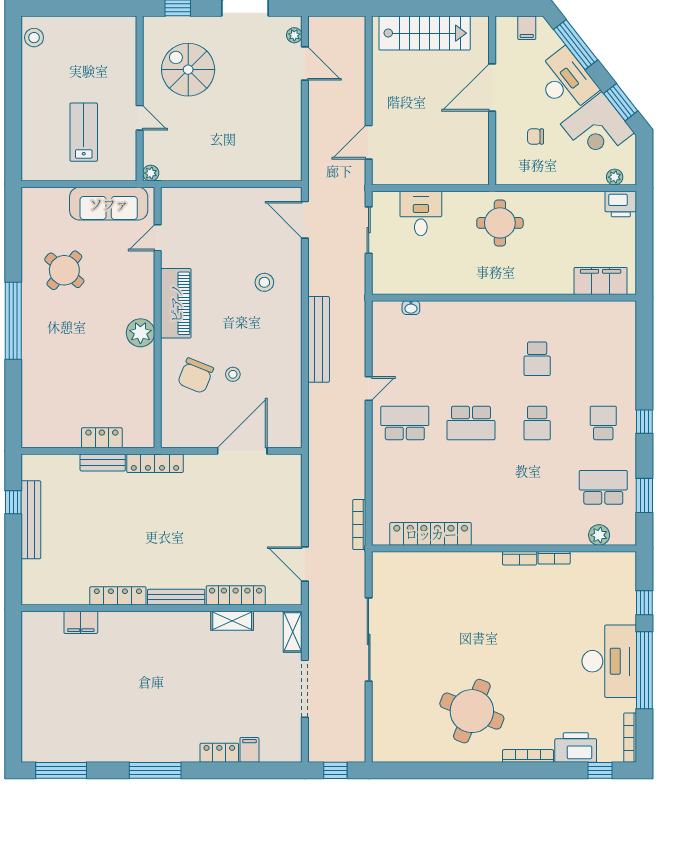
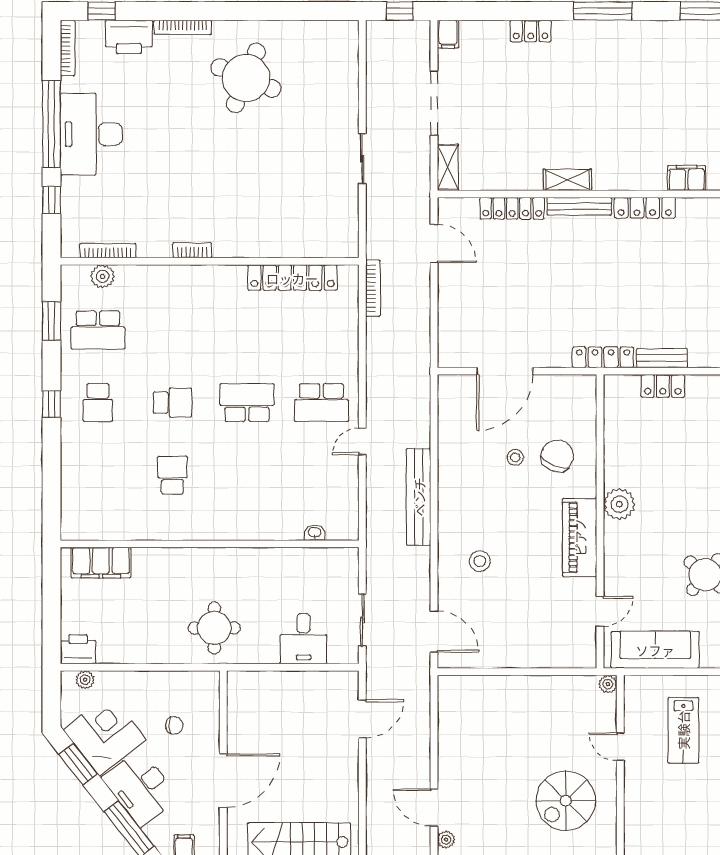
spiral stairs: (188, 70) -> (566, 801), turned 90
school desk: (537, 423) -> (172, 403), turned 90
bookcase: (554, 558) -> (108, 251), moved, width x1.56
shelving: (232, 621) -> (567, 180), moved
sliding door: (369, 639) -> (362, 159), width x0.54
filing cabinet: (249, 750) -> (448, 34), moved

